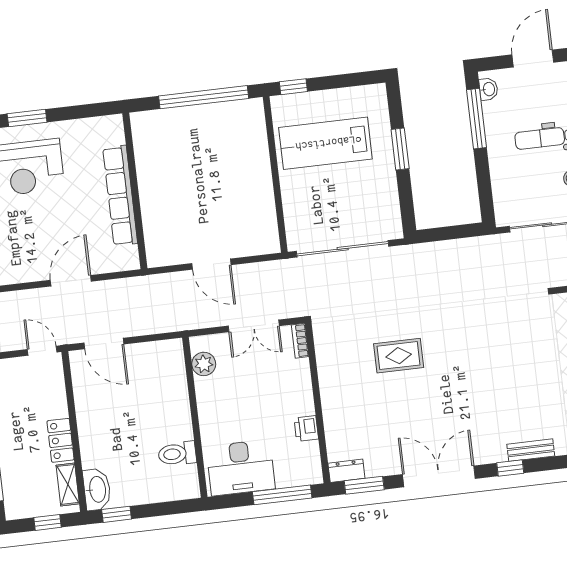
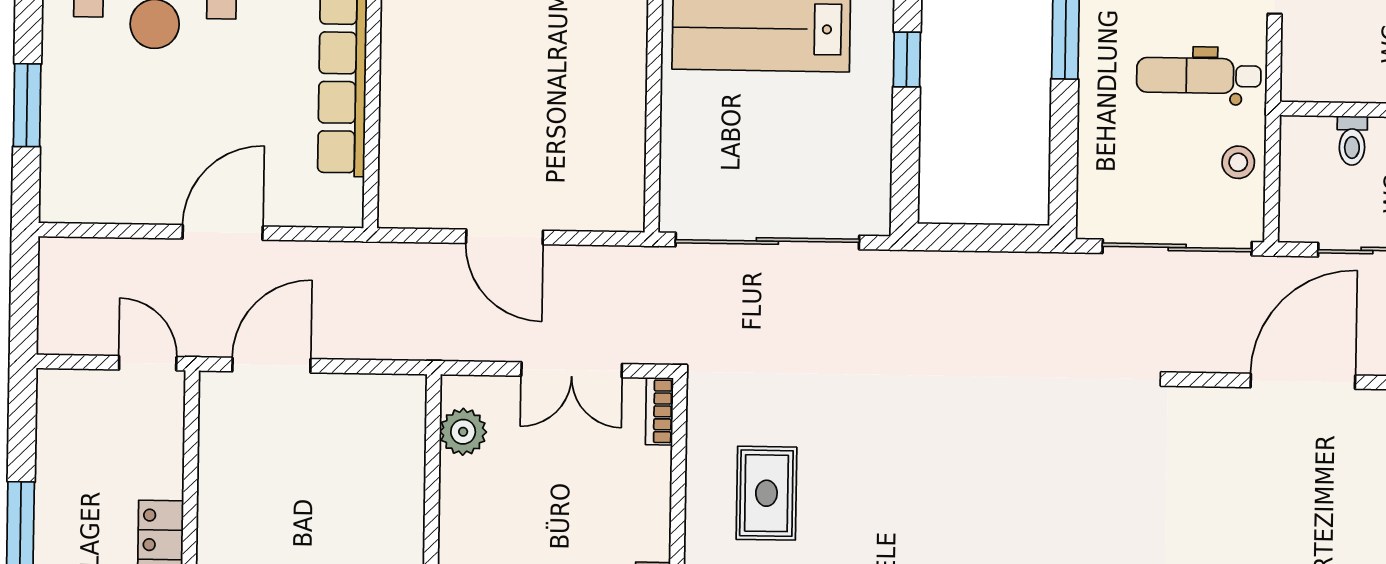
window: (400, 149) -> (907, 59), width x0.67
door: (104, 343) -> (271, 365), swing flipped
rug: (399, 356) -> (766, 493), moved, turned 90

